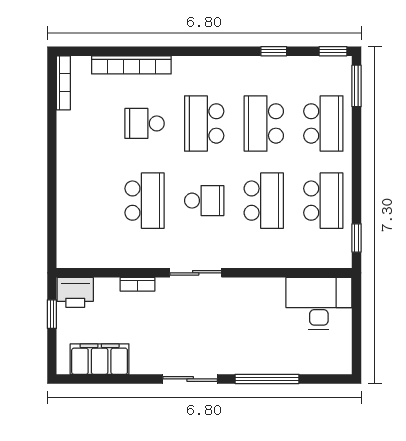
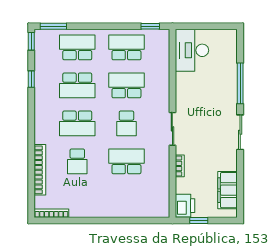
school desk: (204, 201) -> (126, 123), turned 180

